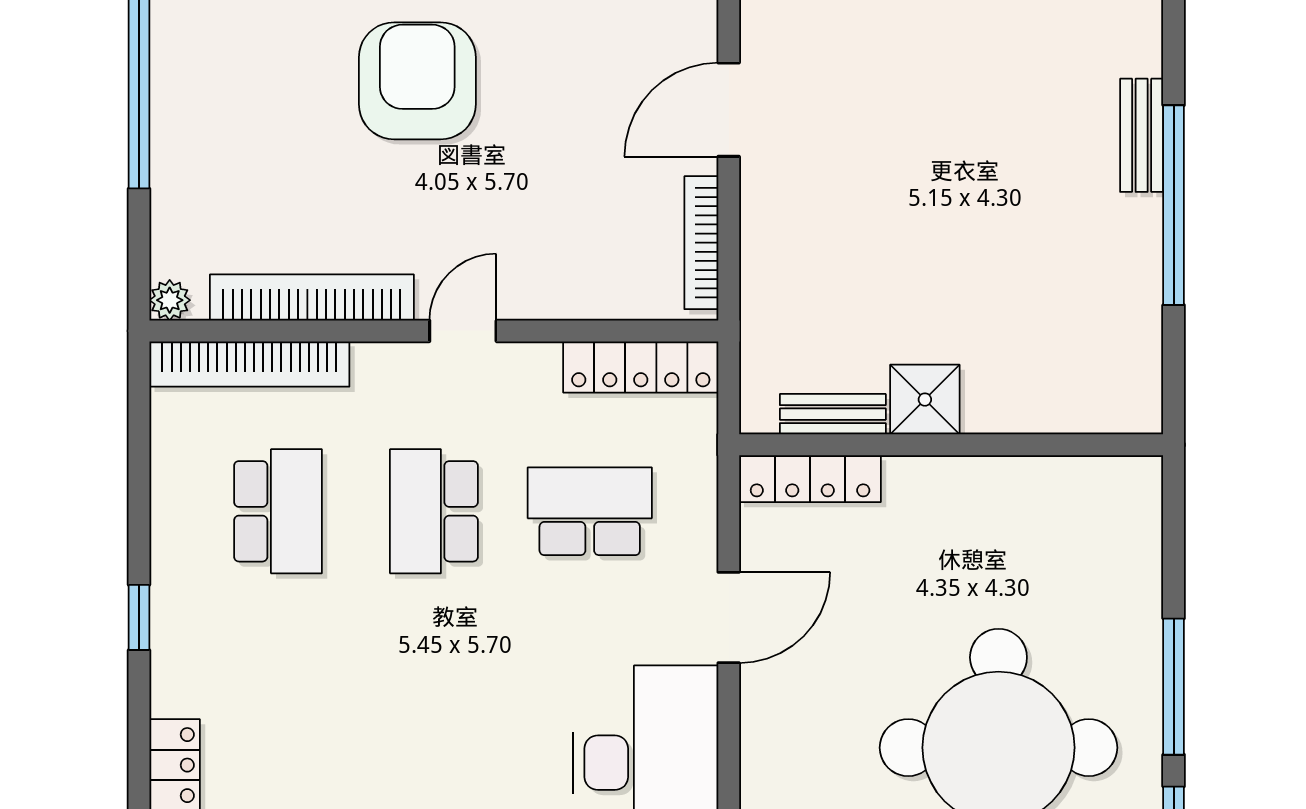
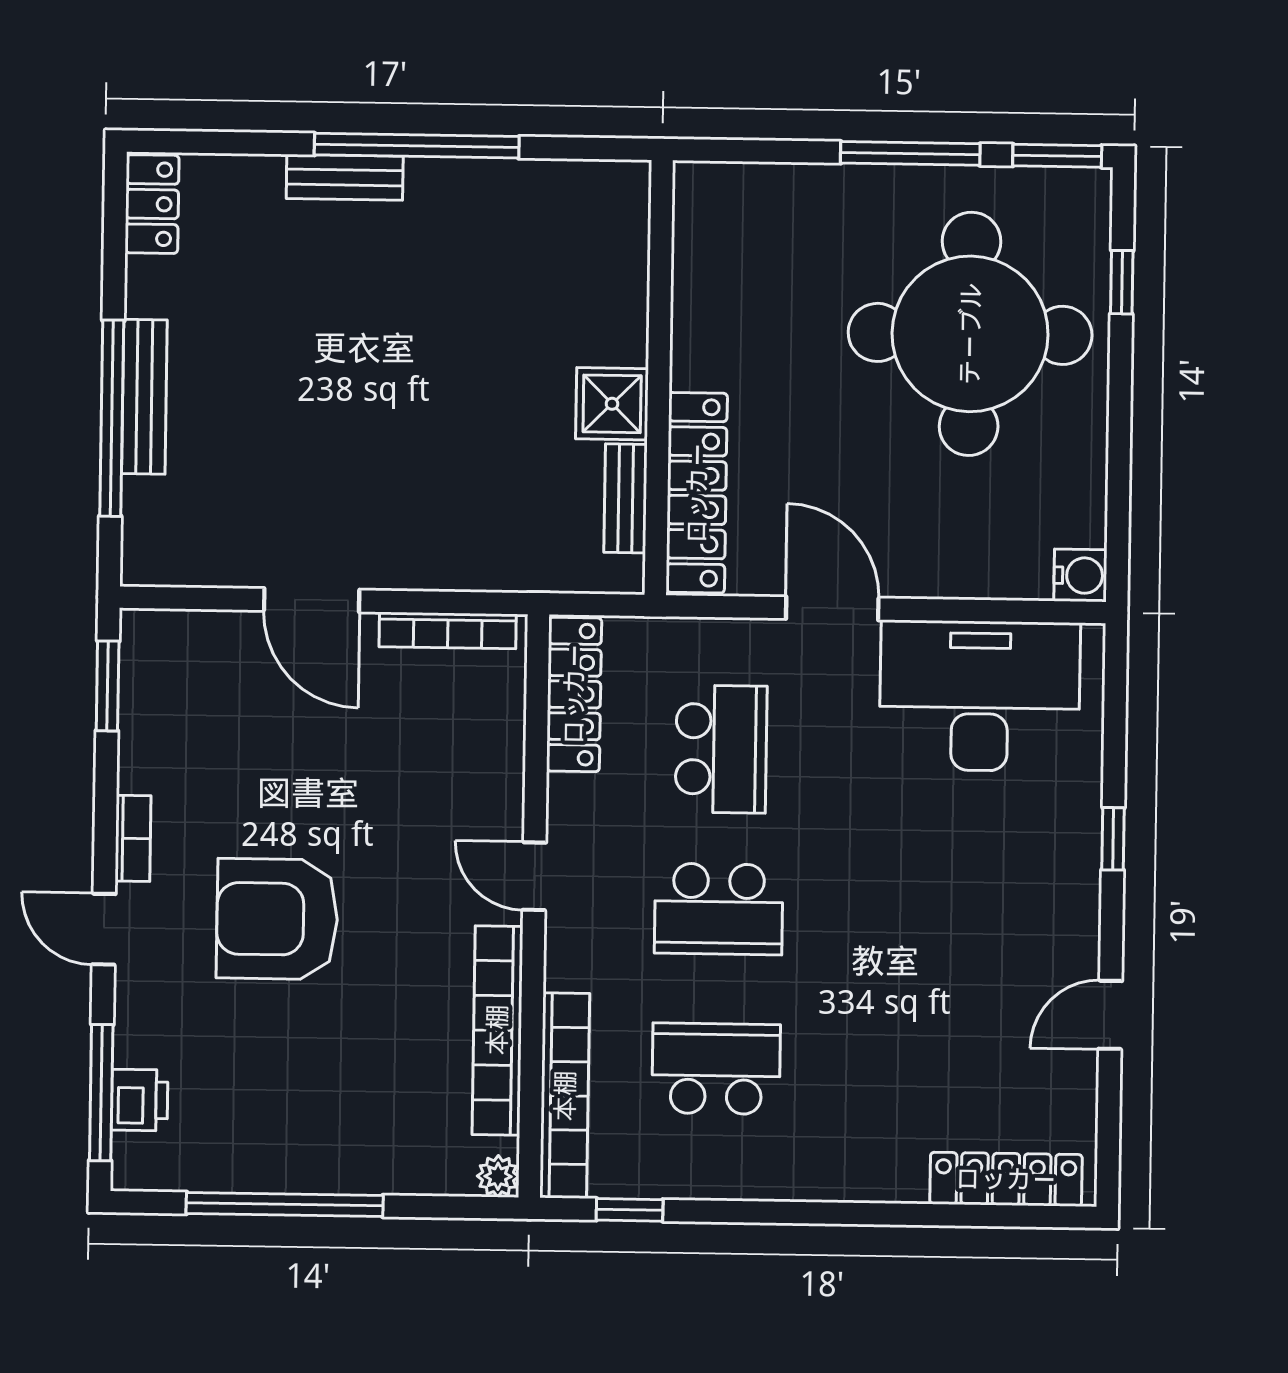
locker: (810, 479) -> (697, 493), width x1.41, depth x1.21
school desk: (590, 511) -> (721, 749), turned 180
window: (139, 617) -> (630, 1210), moved

